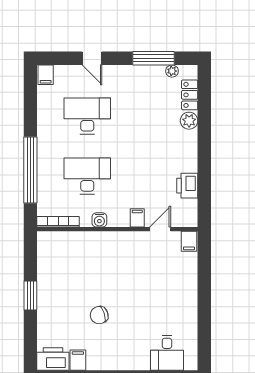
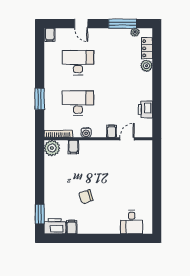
window: (30, 170) -> (40, 99), width x0.47
filing cabinet: (189, 241) -> (73, 147), moved
plant: (49, 243) -> (52, 148), added
window: (30, 295) -> (40, 214), moved

